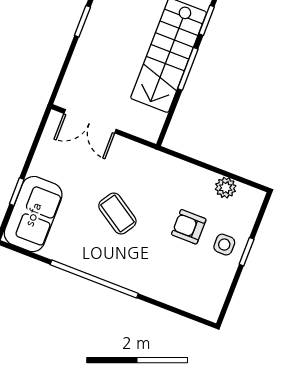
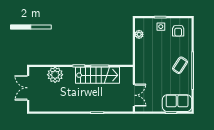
coffee table: (117, 213) -> (180, 65), moved
armchair: (189, 227) -> (178, 31), moved

